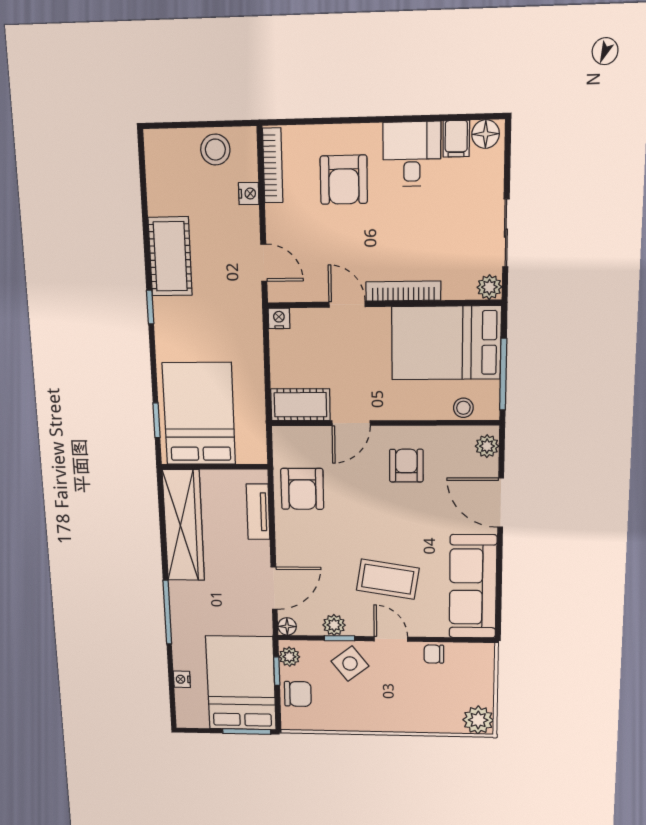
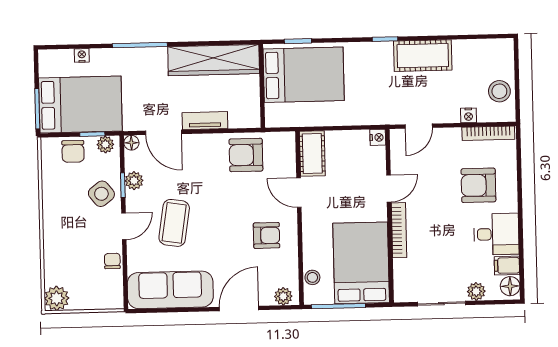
plant: (489, 287) -> (476, 291), moved
tv unit: (258, 512) -> (205, 121), moved

